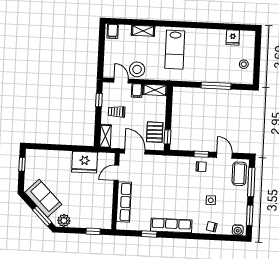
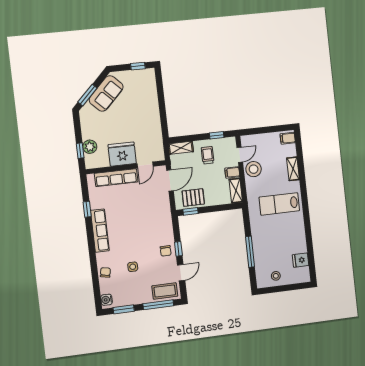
fridge: (85, 162) -> (122, 154), moved, turned 90
door: (116, 173) -> (145, 165), swing flipped
plant: (64, 221) -> (90, 147), moved

